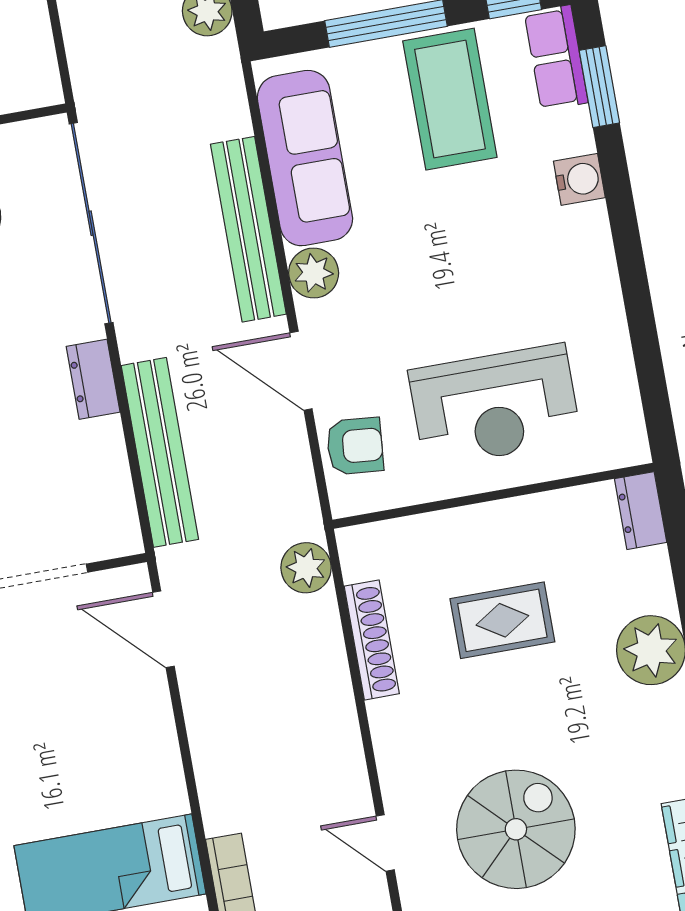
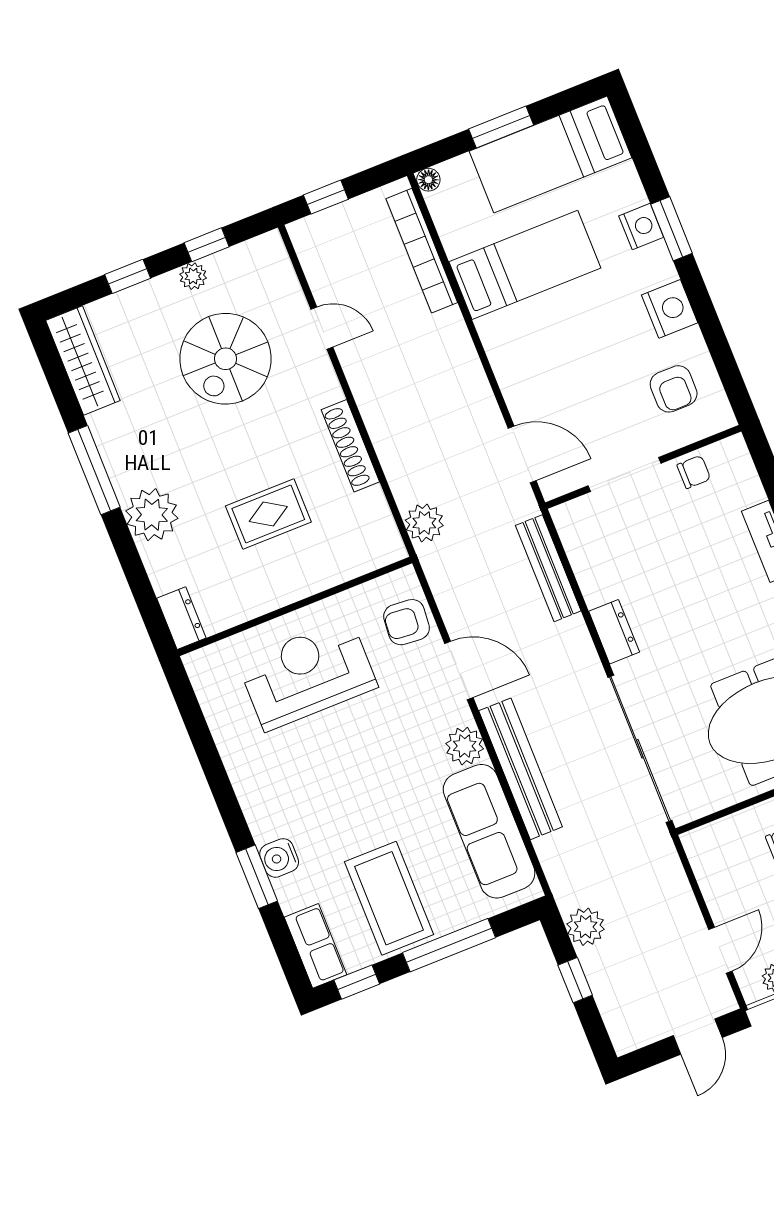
window: (599, 87) -> (257, 877), moved
bench: (160, 452) -> (548, 568), width x0.73, depth x0.82
shoe rack: (372, 640) -> (350, 446), moved

